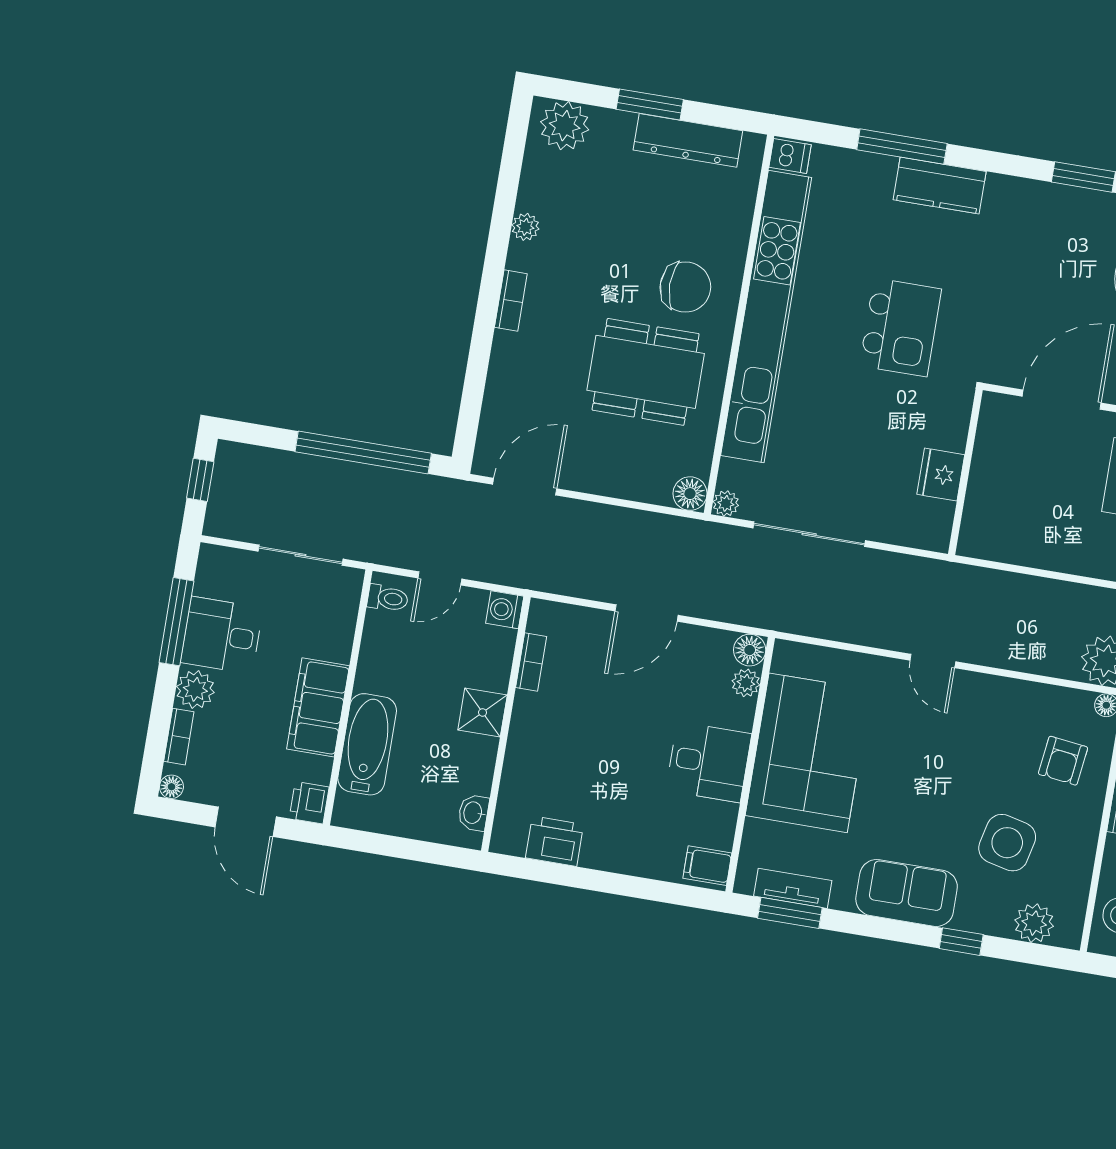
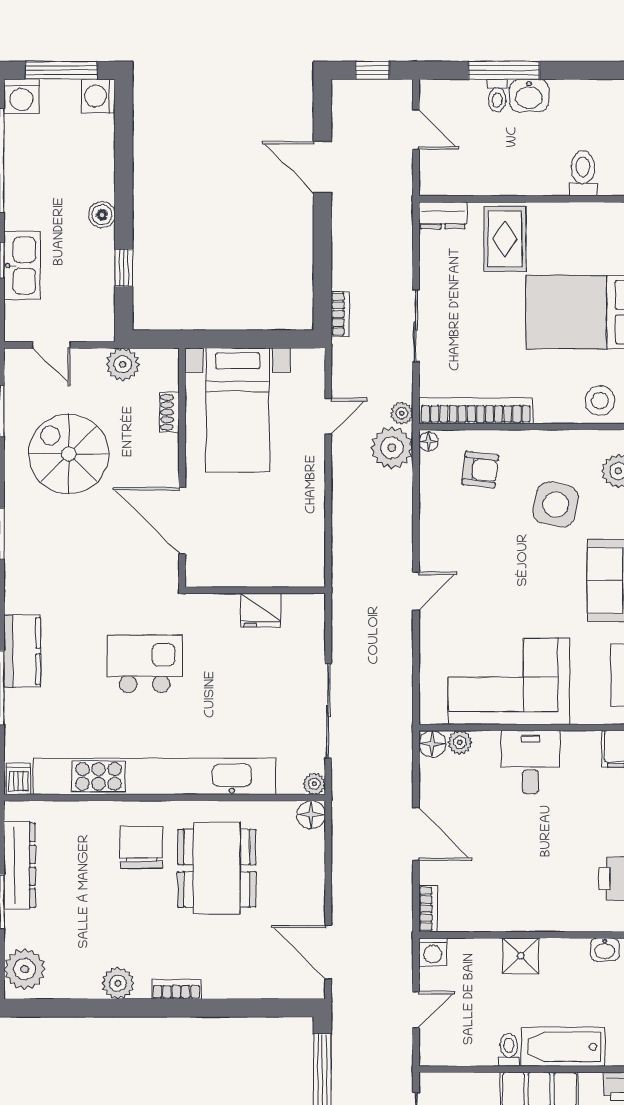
plant: (525, 227) -> (118, 983), width x1.38, depth x1.38
door: (440, 578) -> (416, 1010), hinge flipped
toilet: (388, 598) -> (509, 1050), moved
bookcase: (531, 662) -> (428, 909), moved, turned 90

